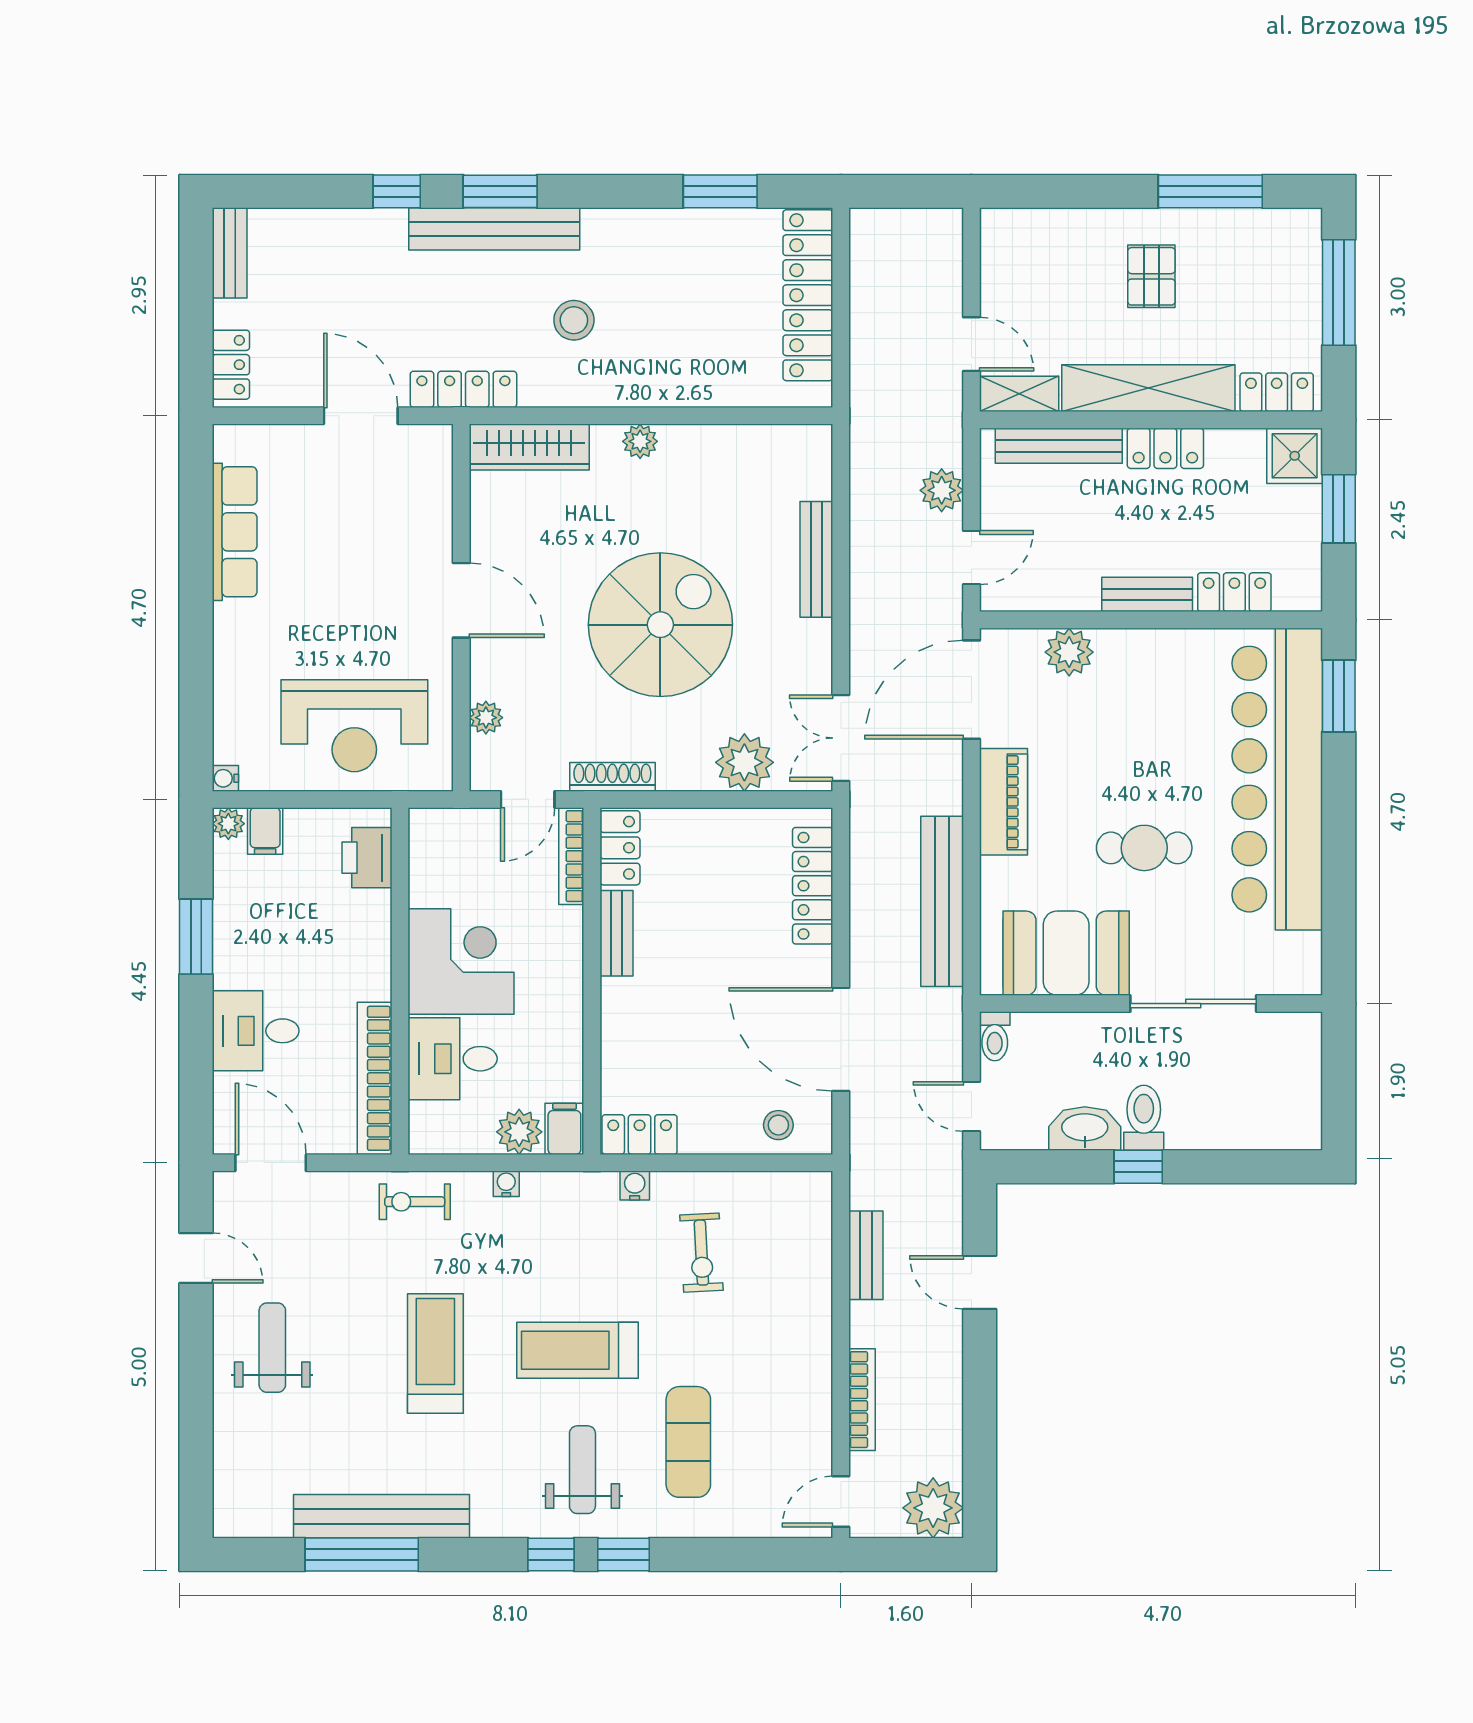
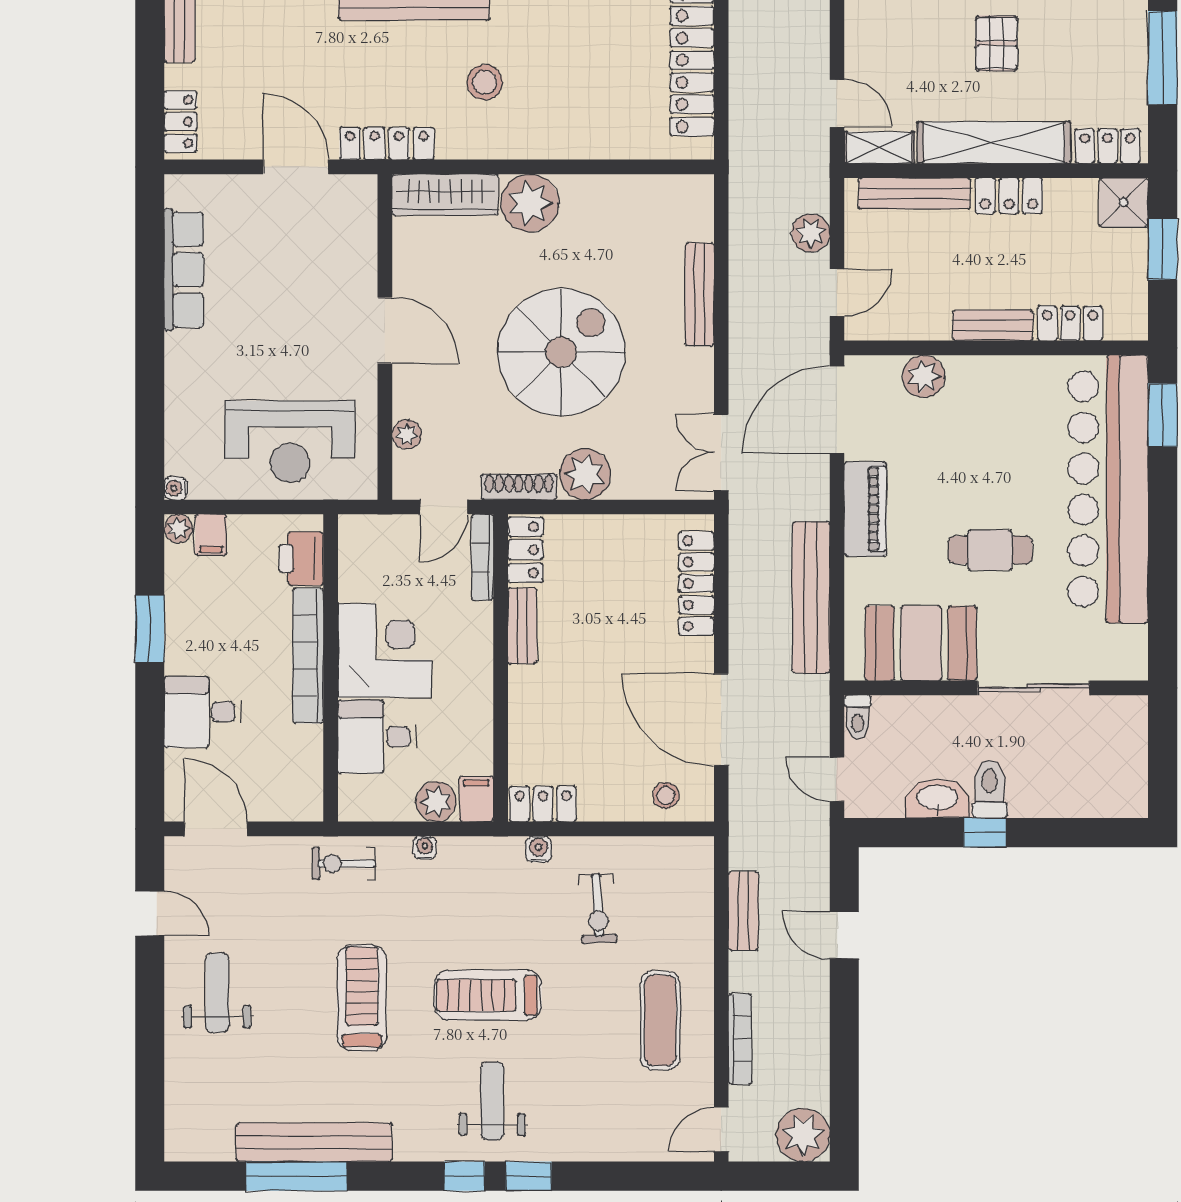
plant: (640, 441) -> (530, 203), width x1.88, depth x1.88
plant: (744, 762) -> (585, 474), moved
bookcase: (375, 1078) -> (308, 656), moved
exercise mat: (688, 1442) -> (660, 1020), moved

